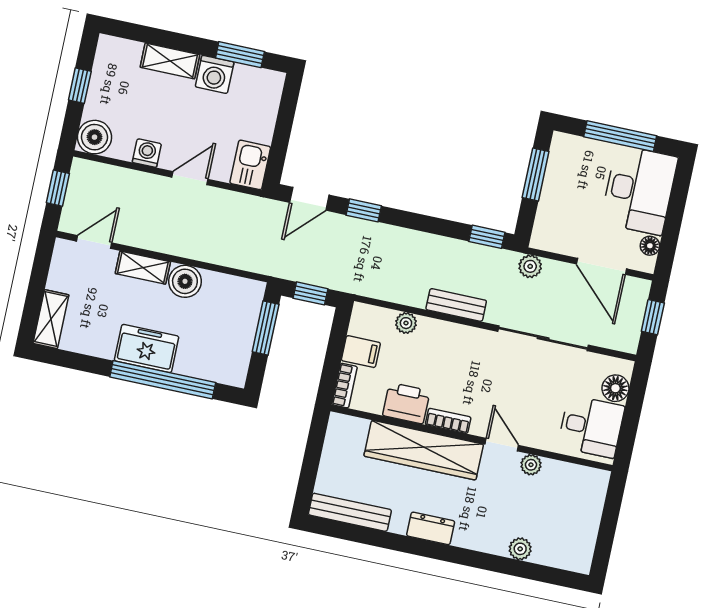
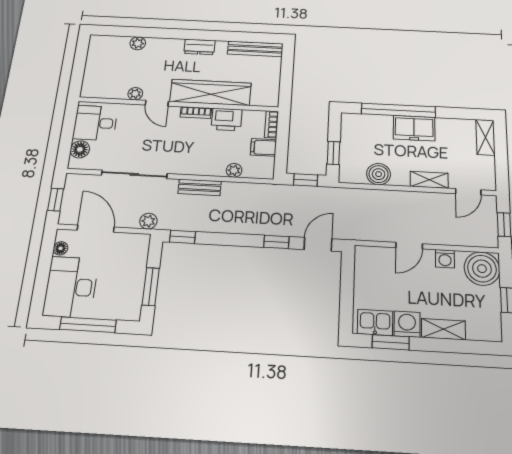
boiler: (95, 137) -> (482, 269), width x1.37, depth x1.37
kitchen sink: (250, 165) -> (375, 323), moved, turned -90
boiler: (185, 281) -> (379, 174), moved
window: (266, 328) -> (333, 153), width x0.67

